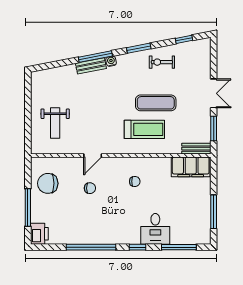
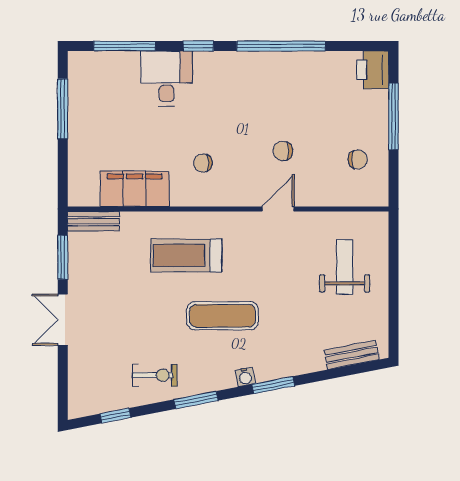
window: (95, 57) -> (273, 385), width x0.69
bench: (91, 66) -> (352, 355), moved
exercise mat: (156, 103) -> (223, 316), moved
filing cabinet: (191, 167) -> (135, 189), moved
chair: (48, 183) -> (358, 159), width x0.54, depth x0.54

